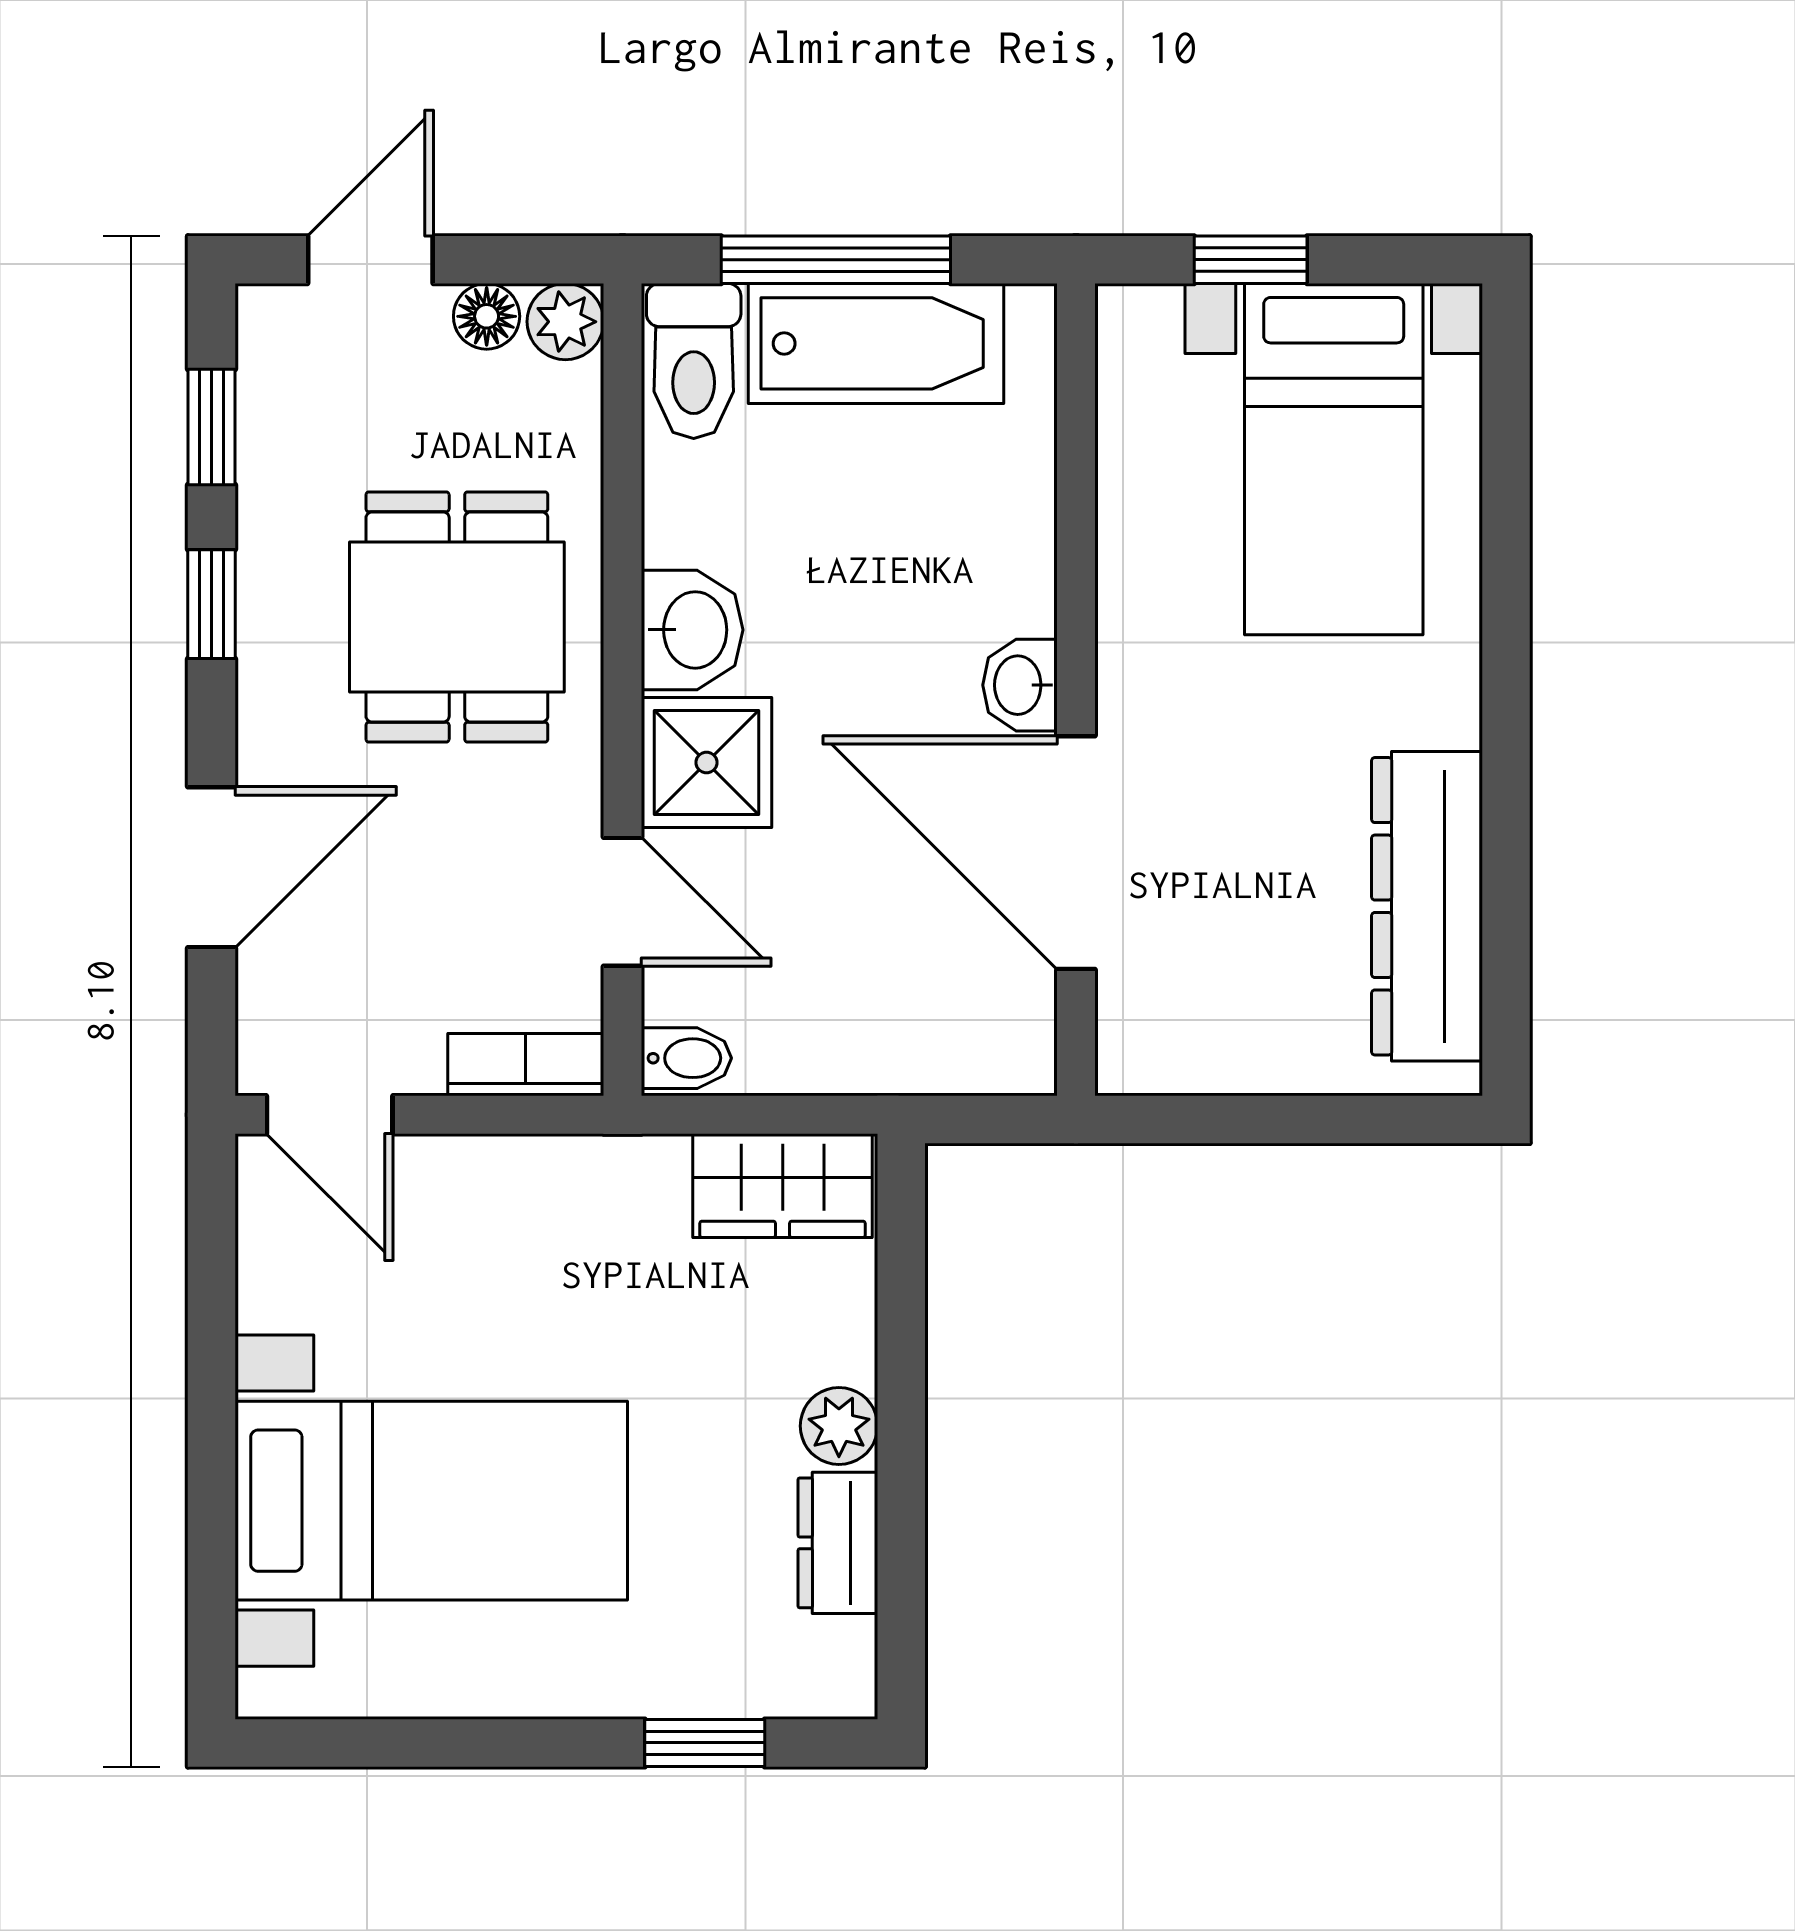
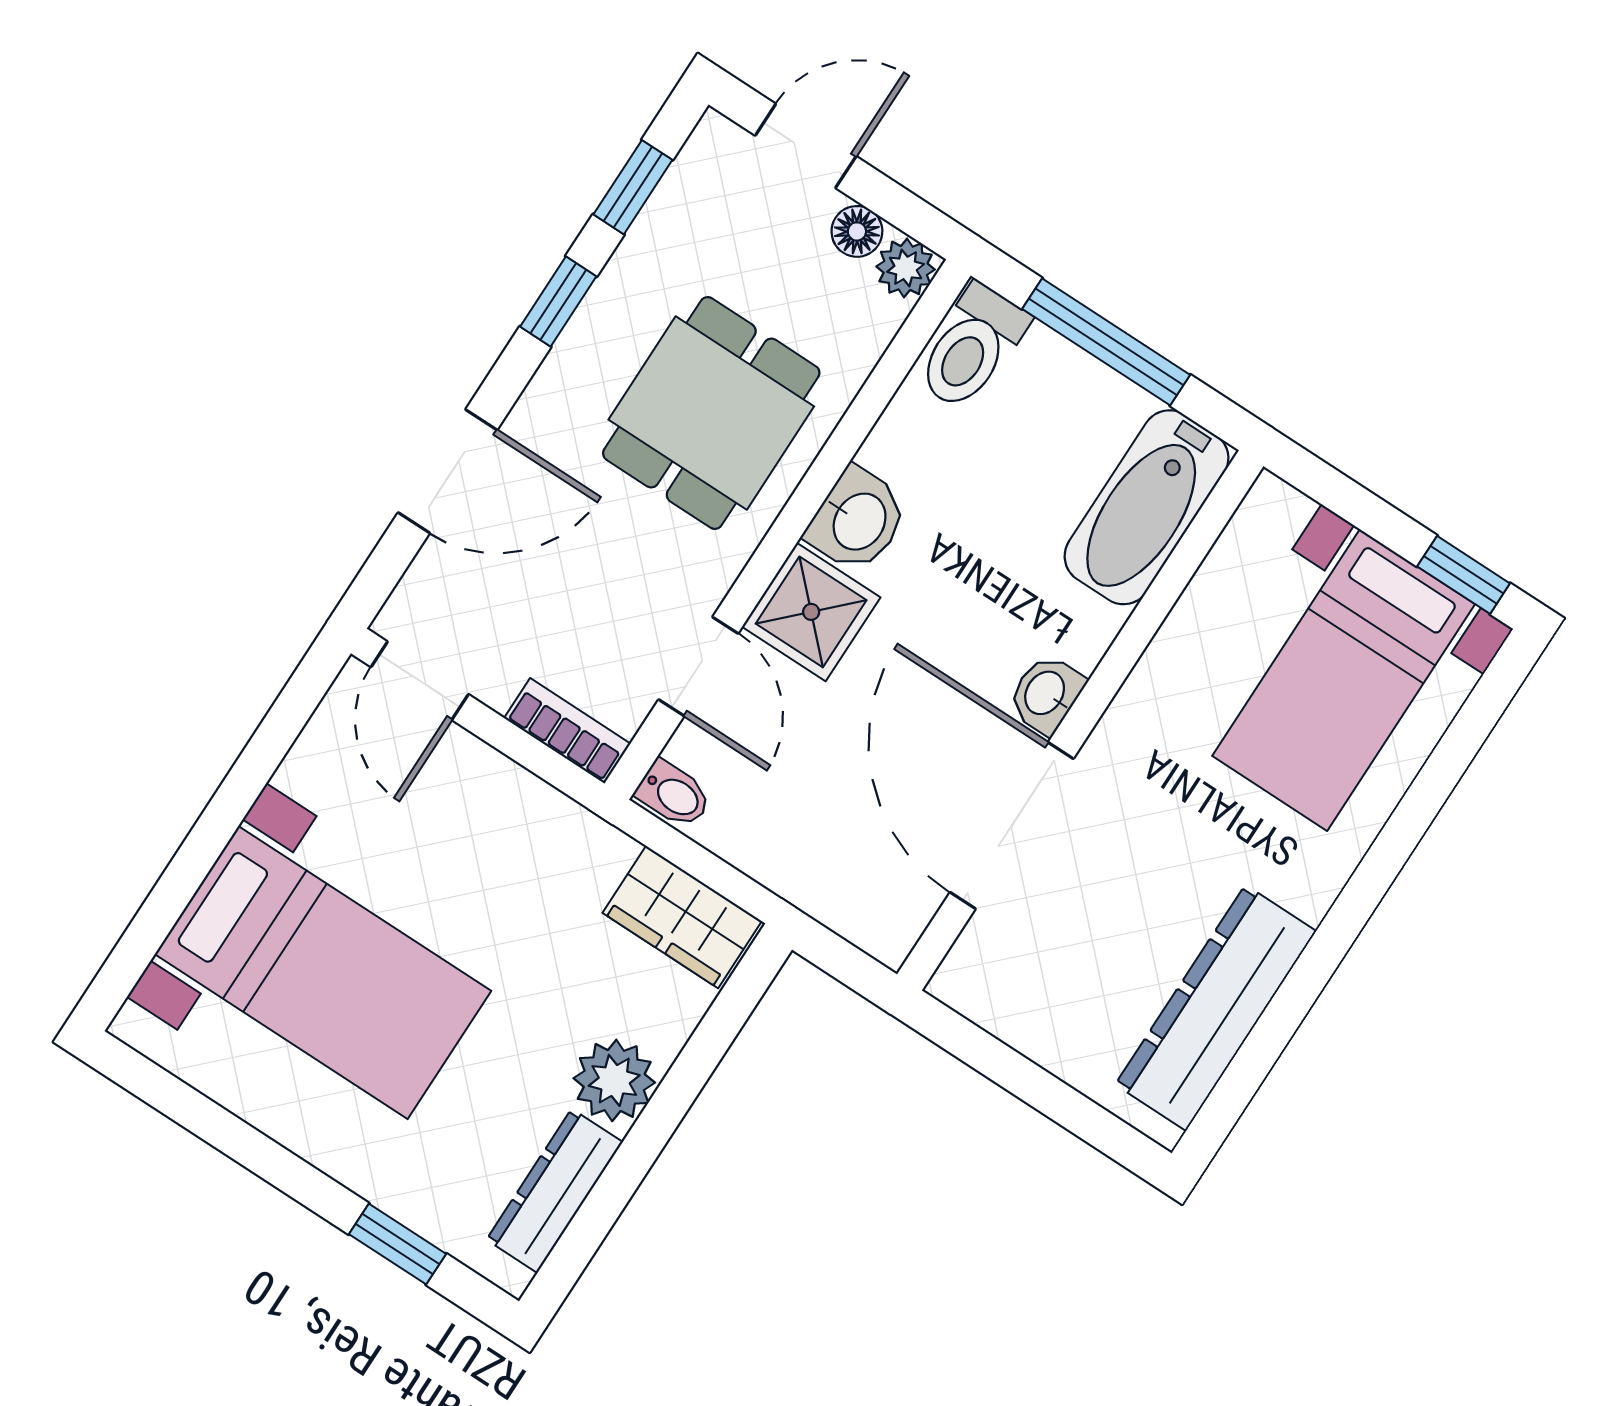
window: (1251, 260) -> (1464, 575), moved
bathtub: (876, 343) -> (1147, 507), moved, turned 90
plant: (839, 1426) -> (614, 1080), width x1.38, depth x1.38
dresser: (838, 1543) -> (555, 1191), width x1.44

